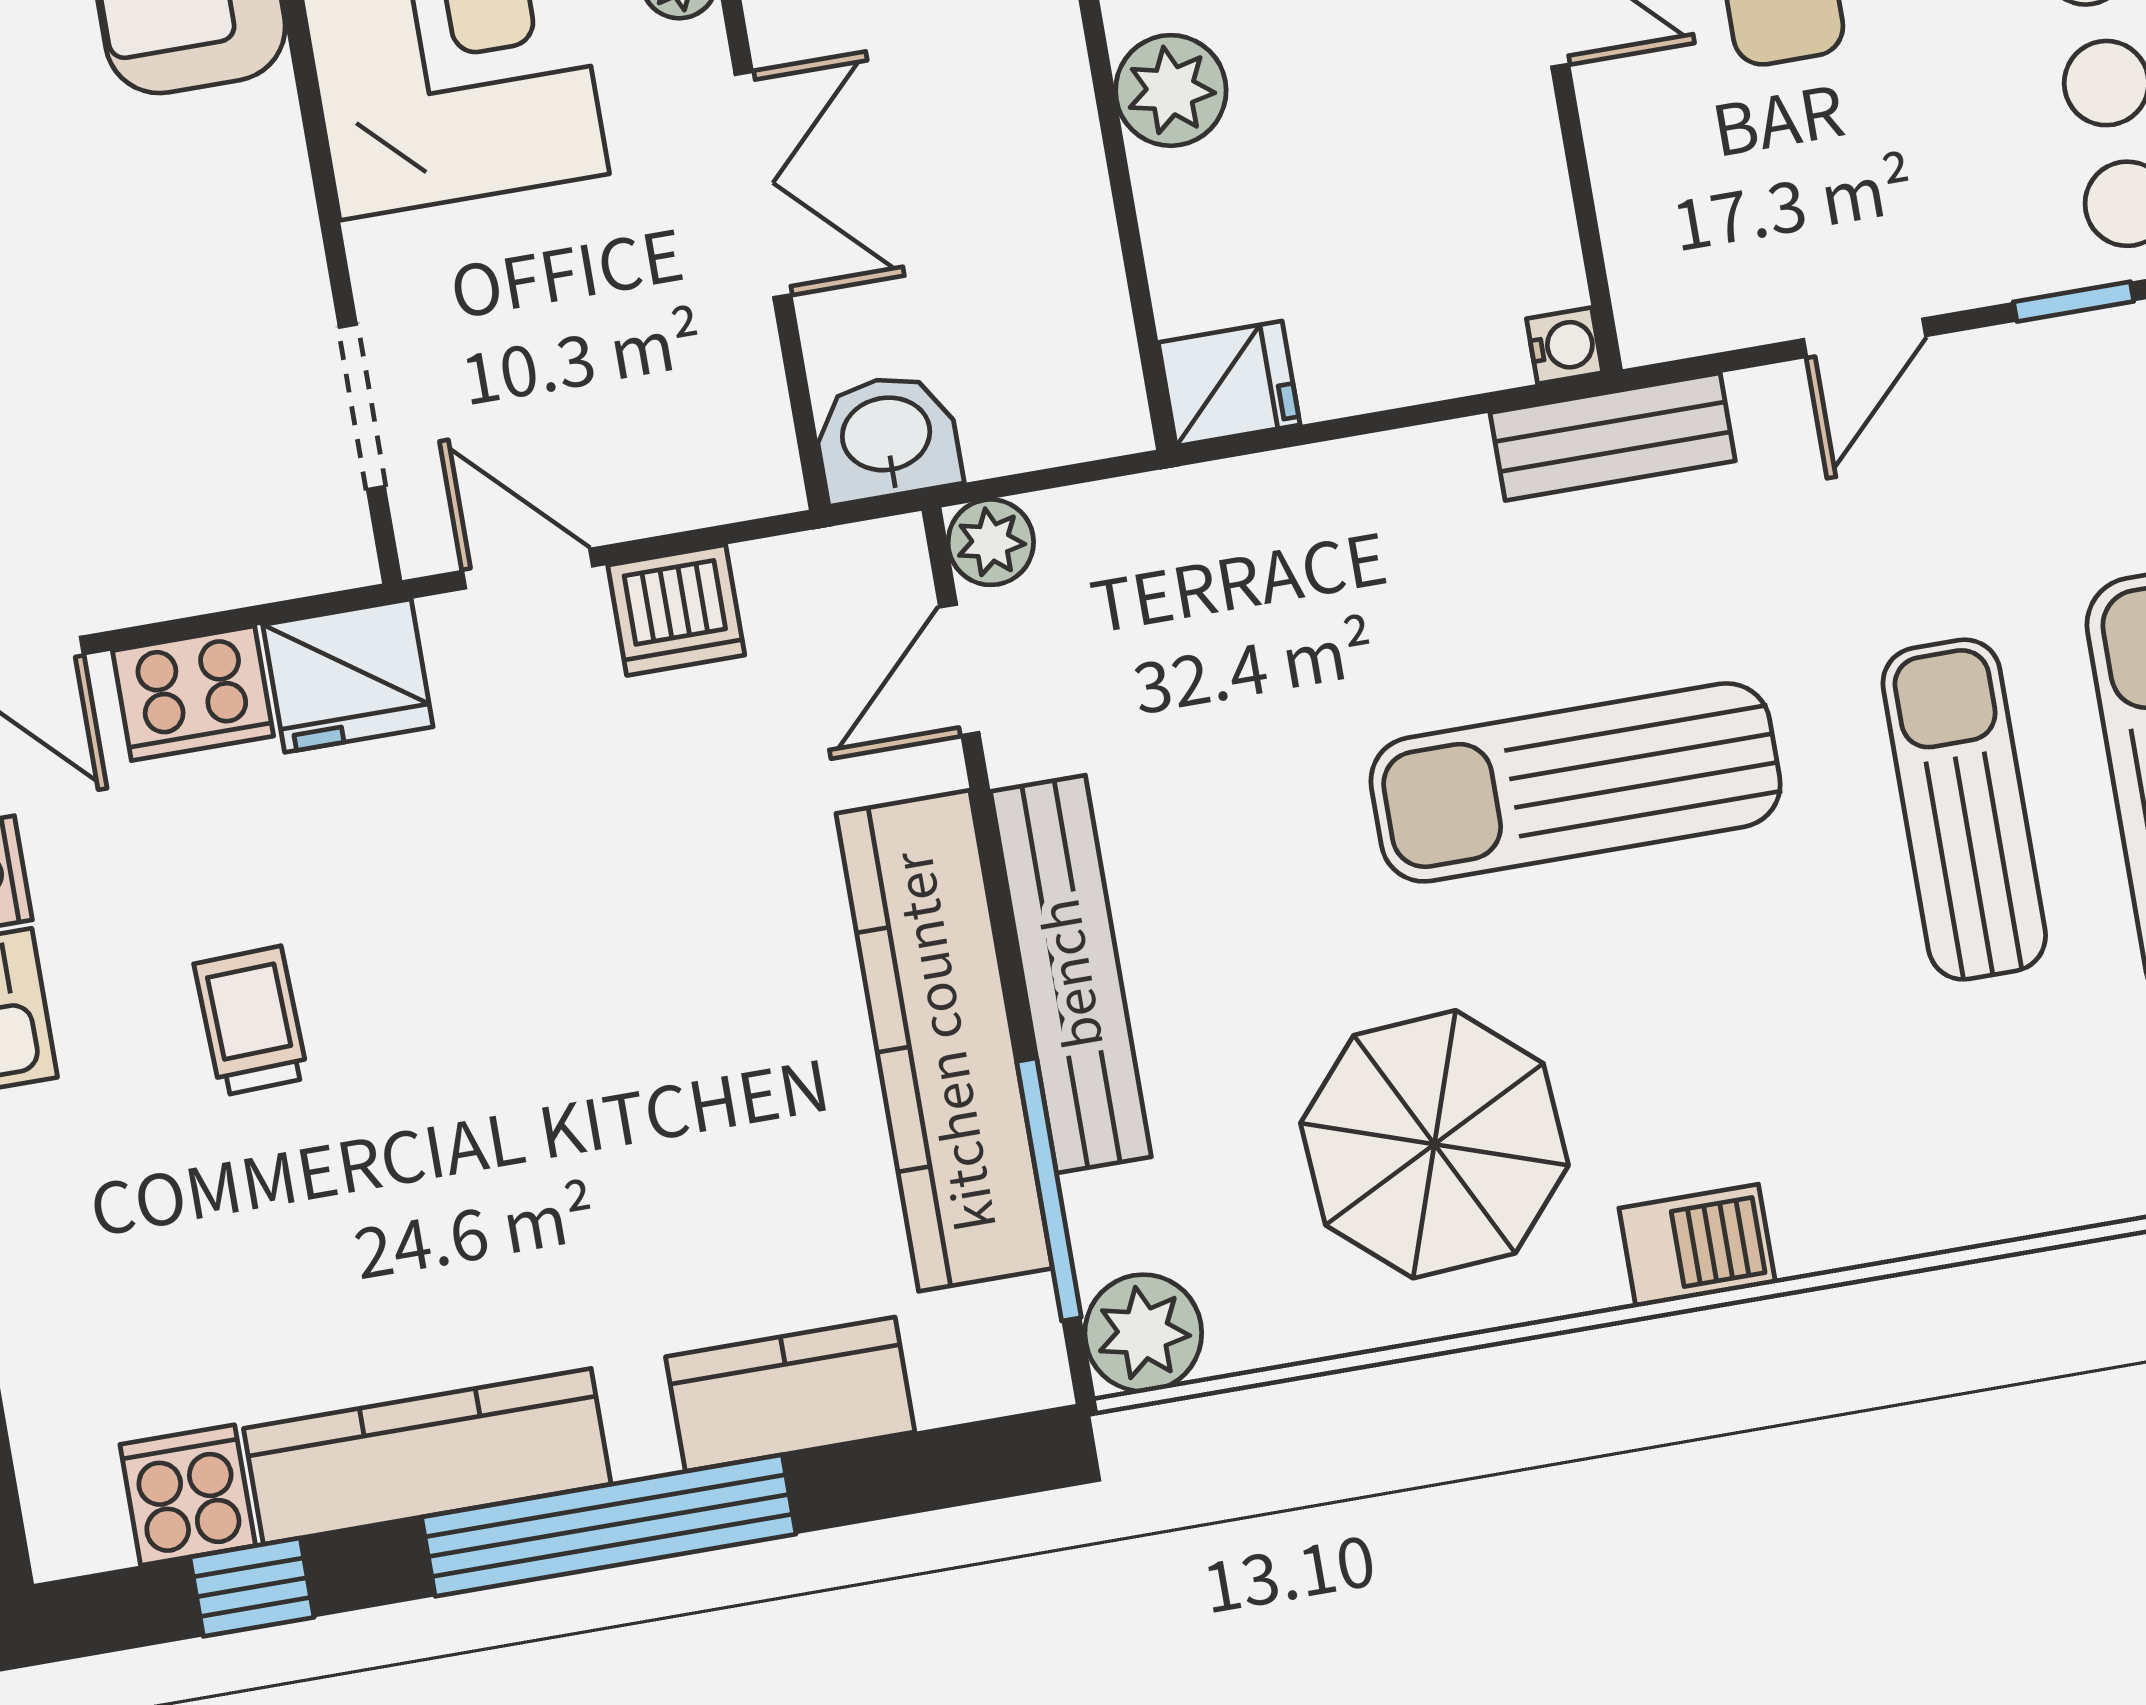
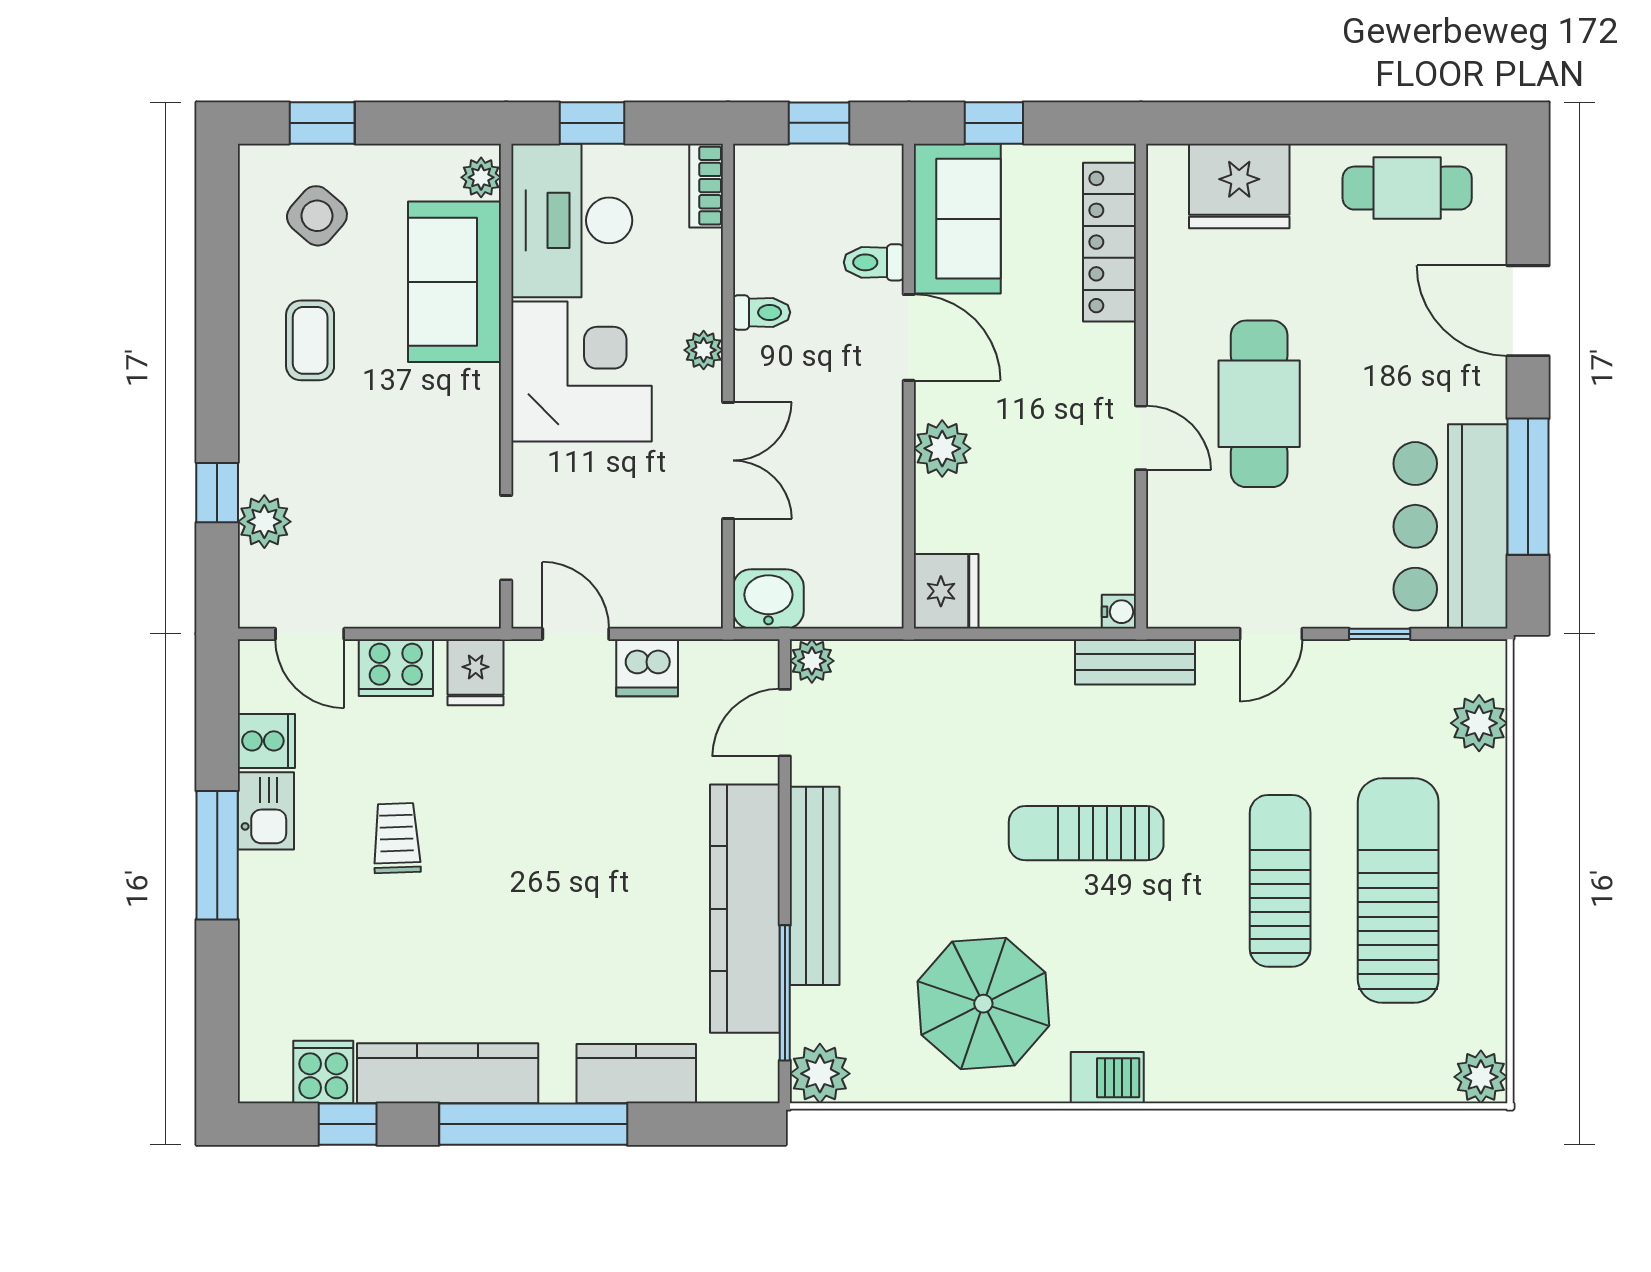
fridge: (1229, 384) -> (946, 591), width x1.38
fridge: (348, 676) -> (476, 672), width x0.72
sun lounger: (1576, 782) -> (1086, 833), width x0.73, depth x0.75

